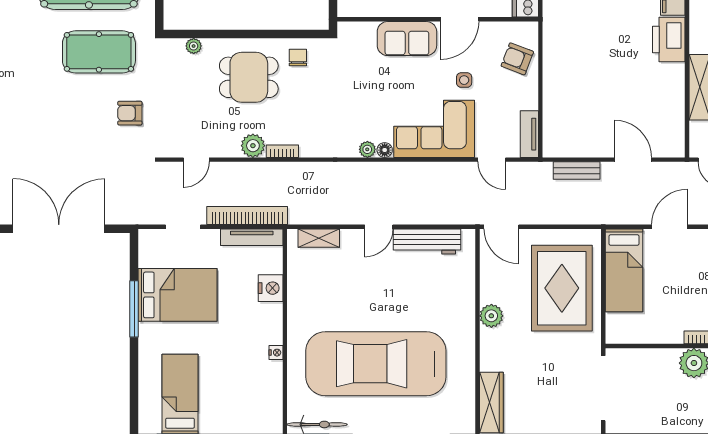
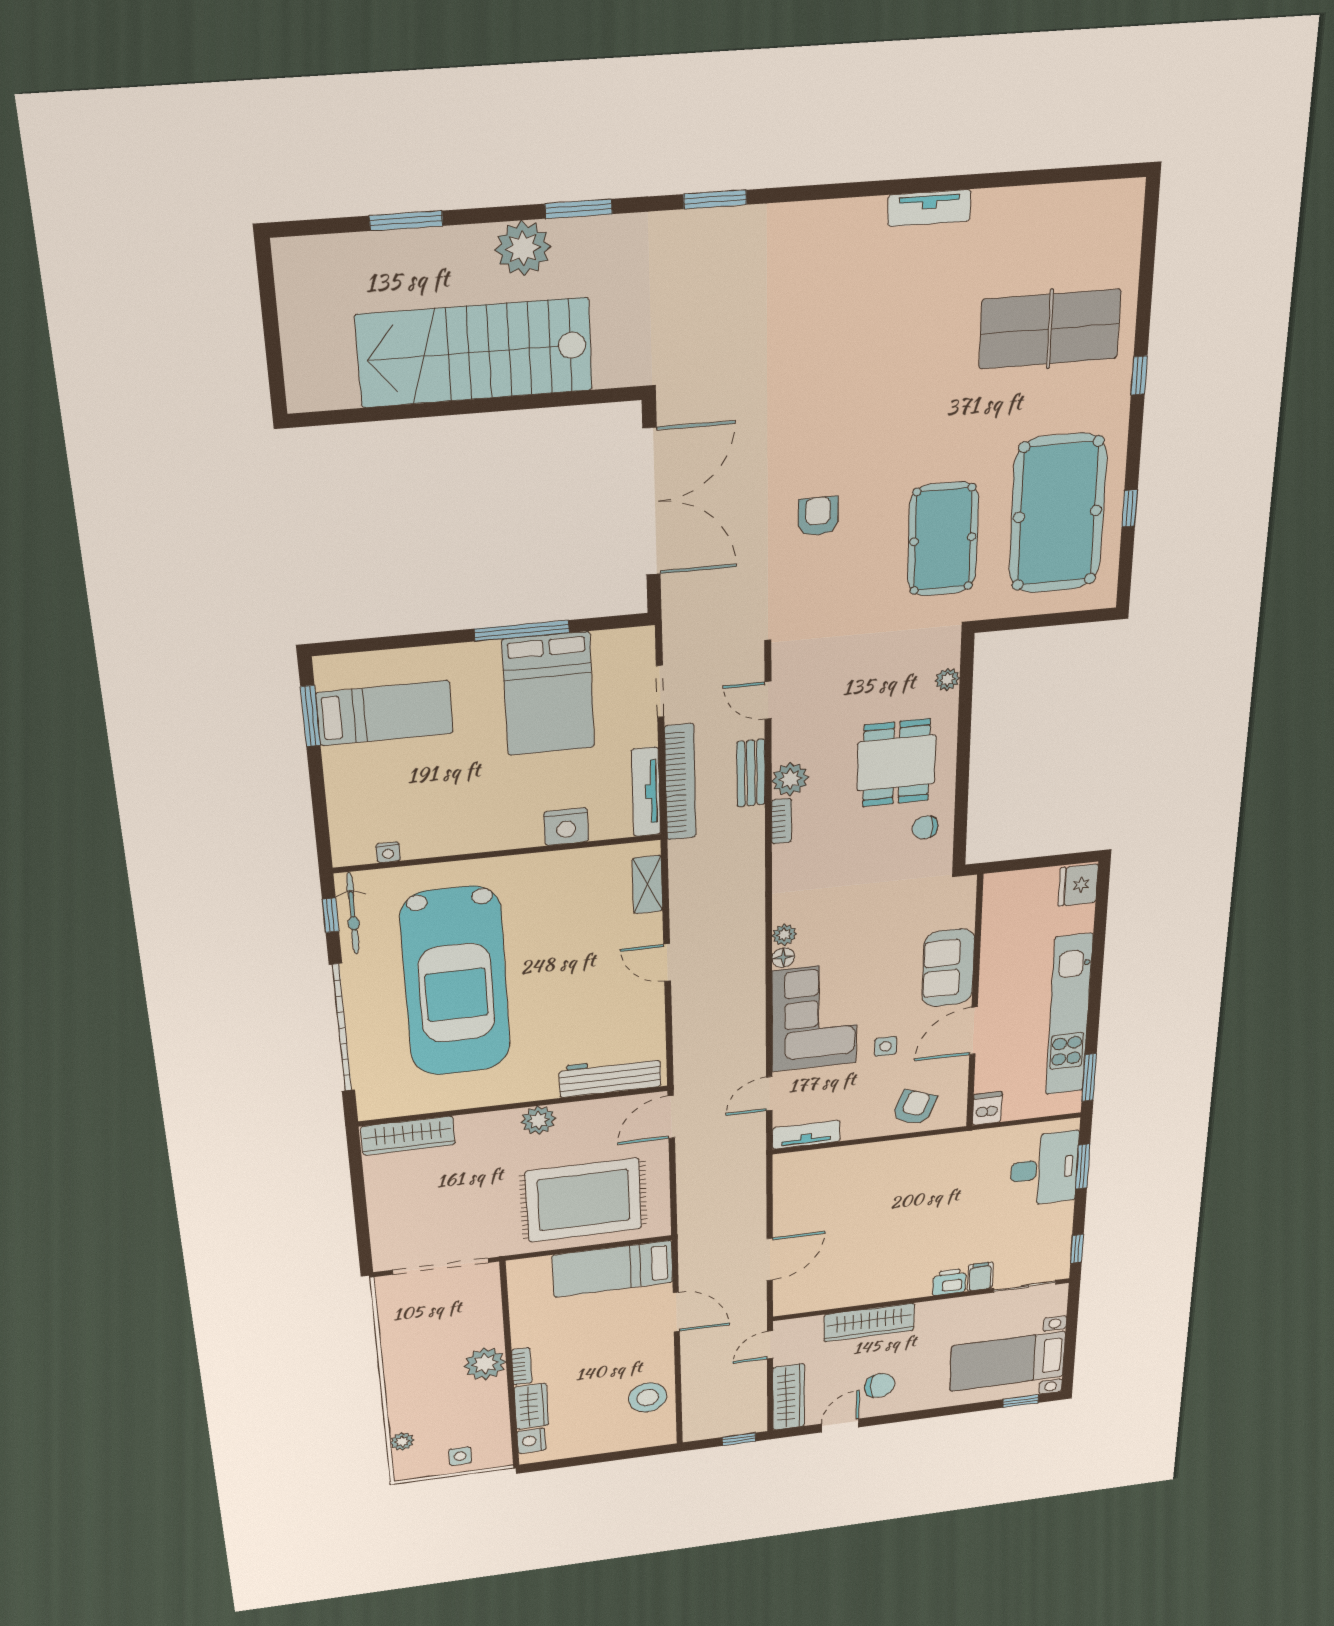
door: (460, 19) -> (974, 1031), hinge flipped
printer: (669, 40) -> (949, 1282), width x0.53, depth x0.68
chair: (298, 57) -> (925, 827), turned 180
armchair: (130, 113) -> (818, 516), moved
bench: (577, 171) -> (751, 773), moved
workbench: (427, 241) -> (610, 1076), moved, turned 90
nightstand: (276, 353) -> (388, 852), moved
car: (376, 364) -> (456, 982), turned 180

